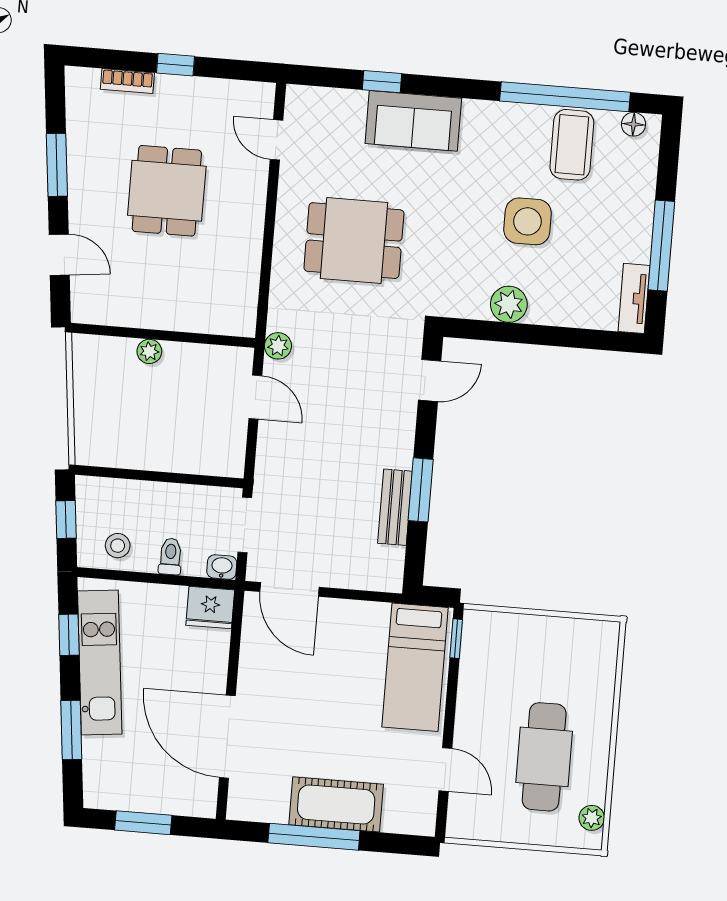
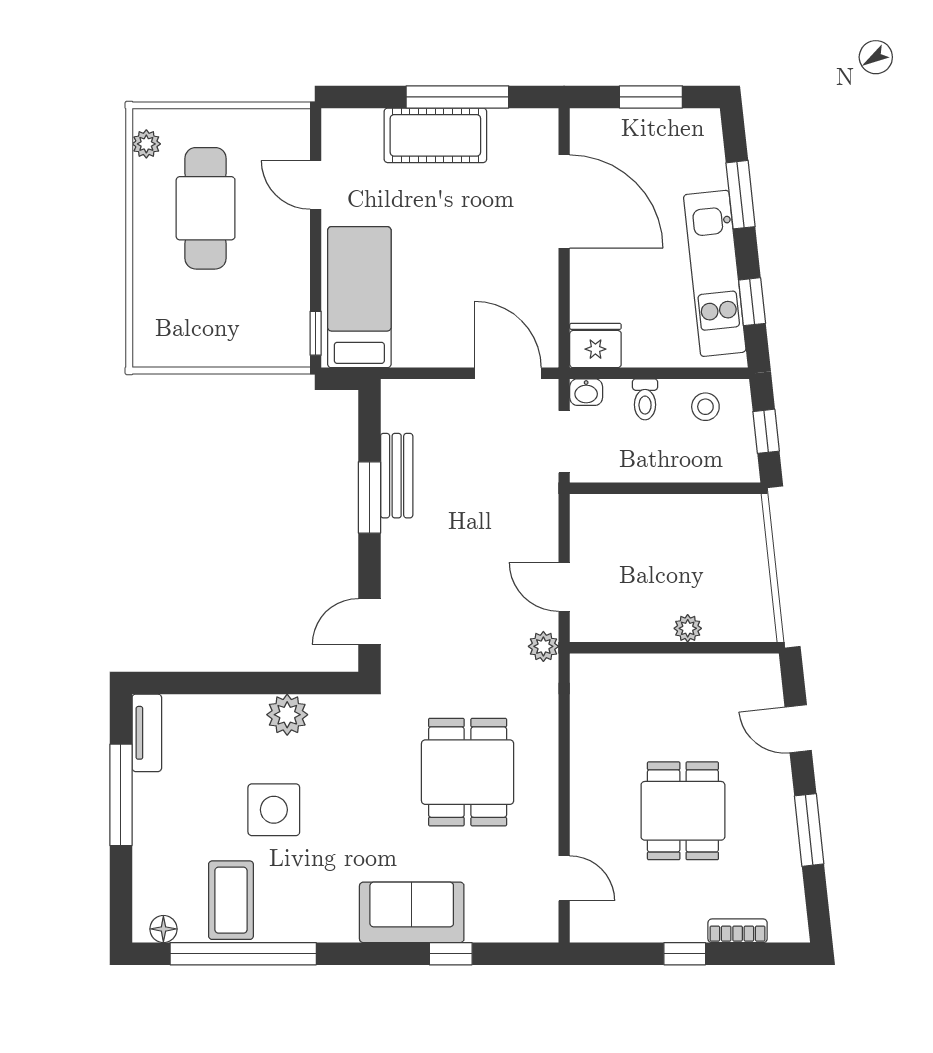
dining table: (354, 241) -> (468, 772), turned 90

